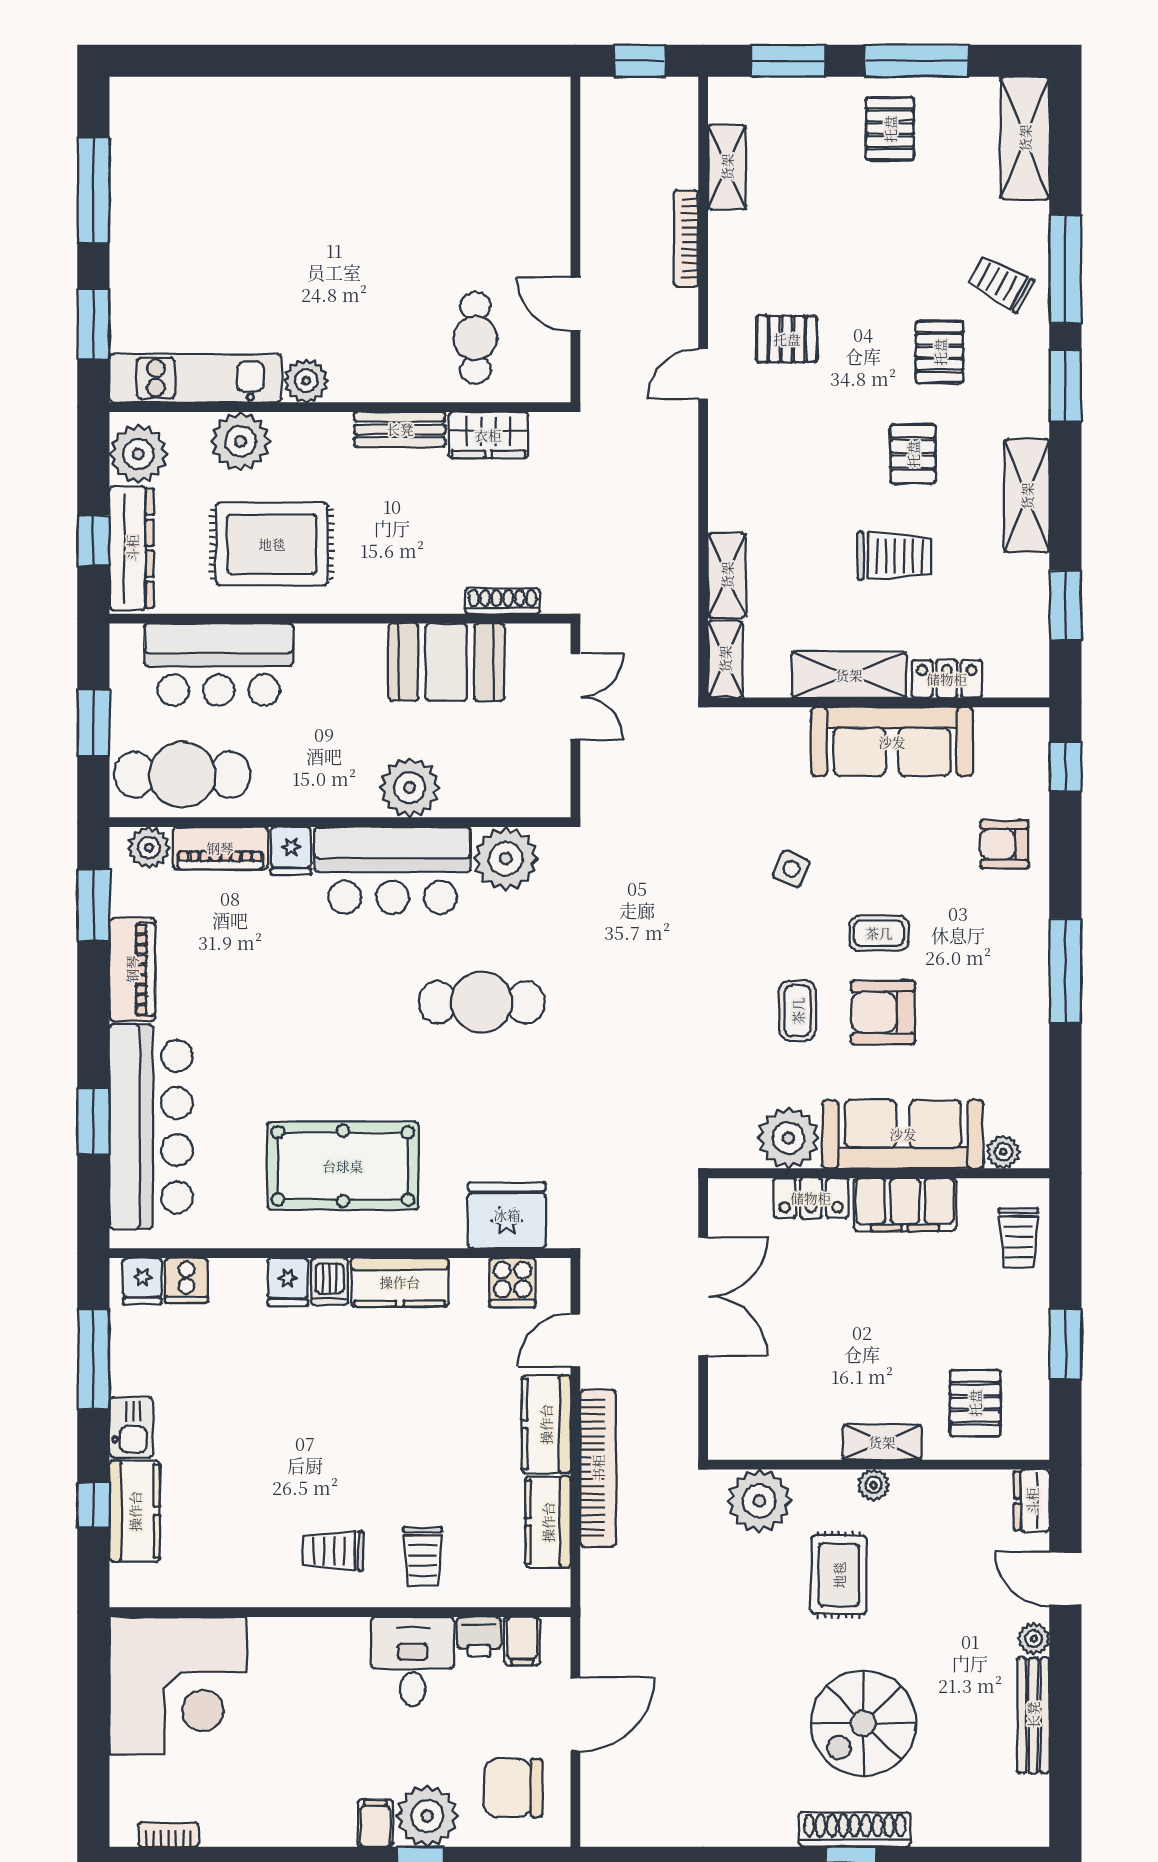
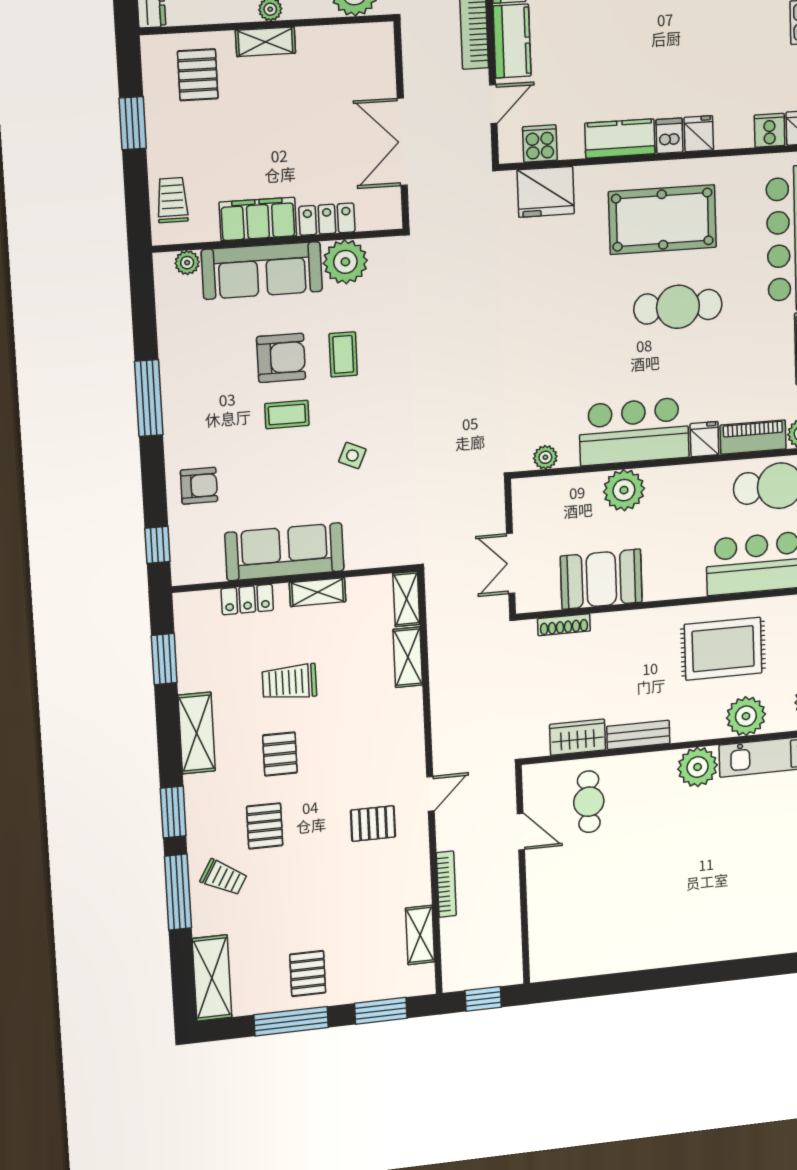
plant: (306, 381) -> (698, 767), width x1.36, depth x1.36
shelving: (849, 675) -> (318, 592), width x0.67, depth x0.75
plant: (506, 859) -> (545, 457), width x0.53, depth x0.53
cafe table: (482, 1002) -> (678, 307), moved

